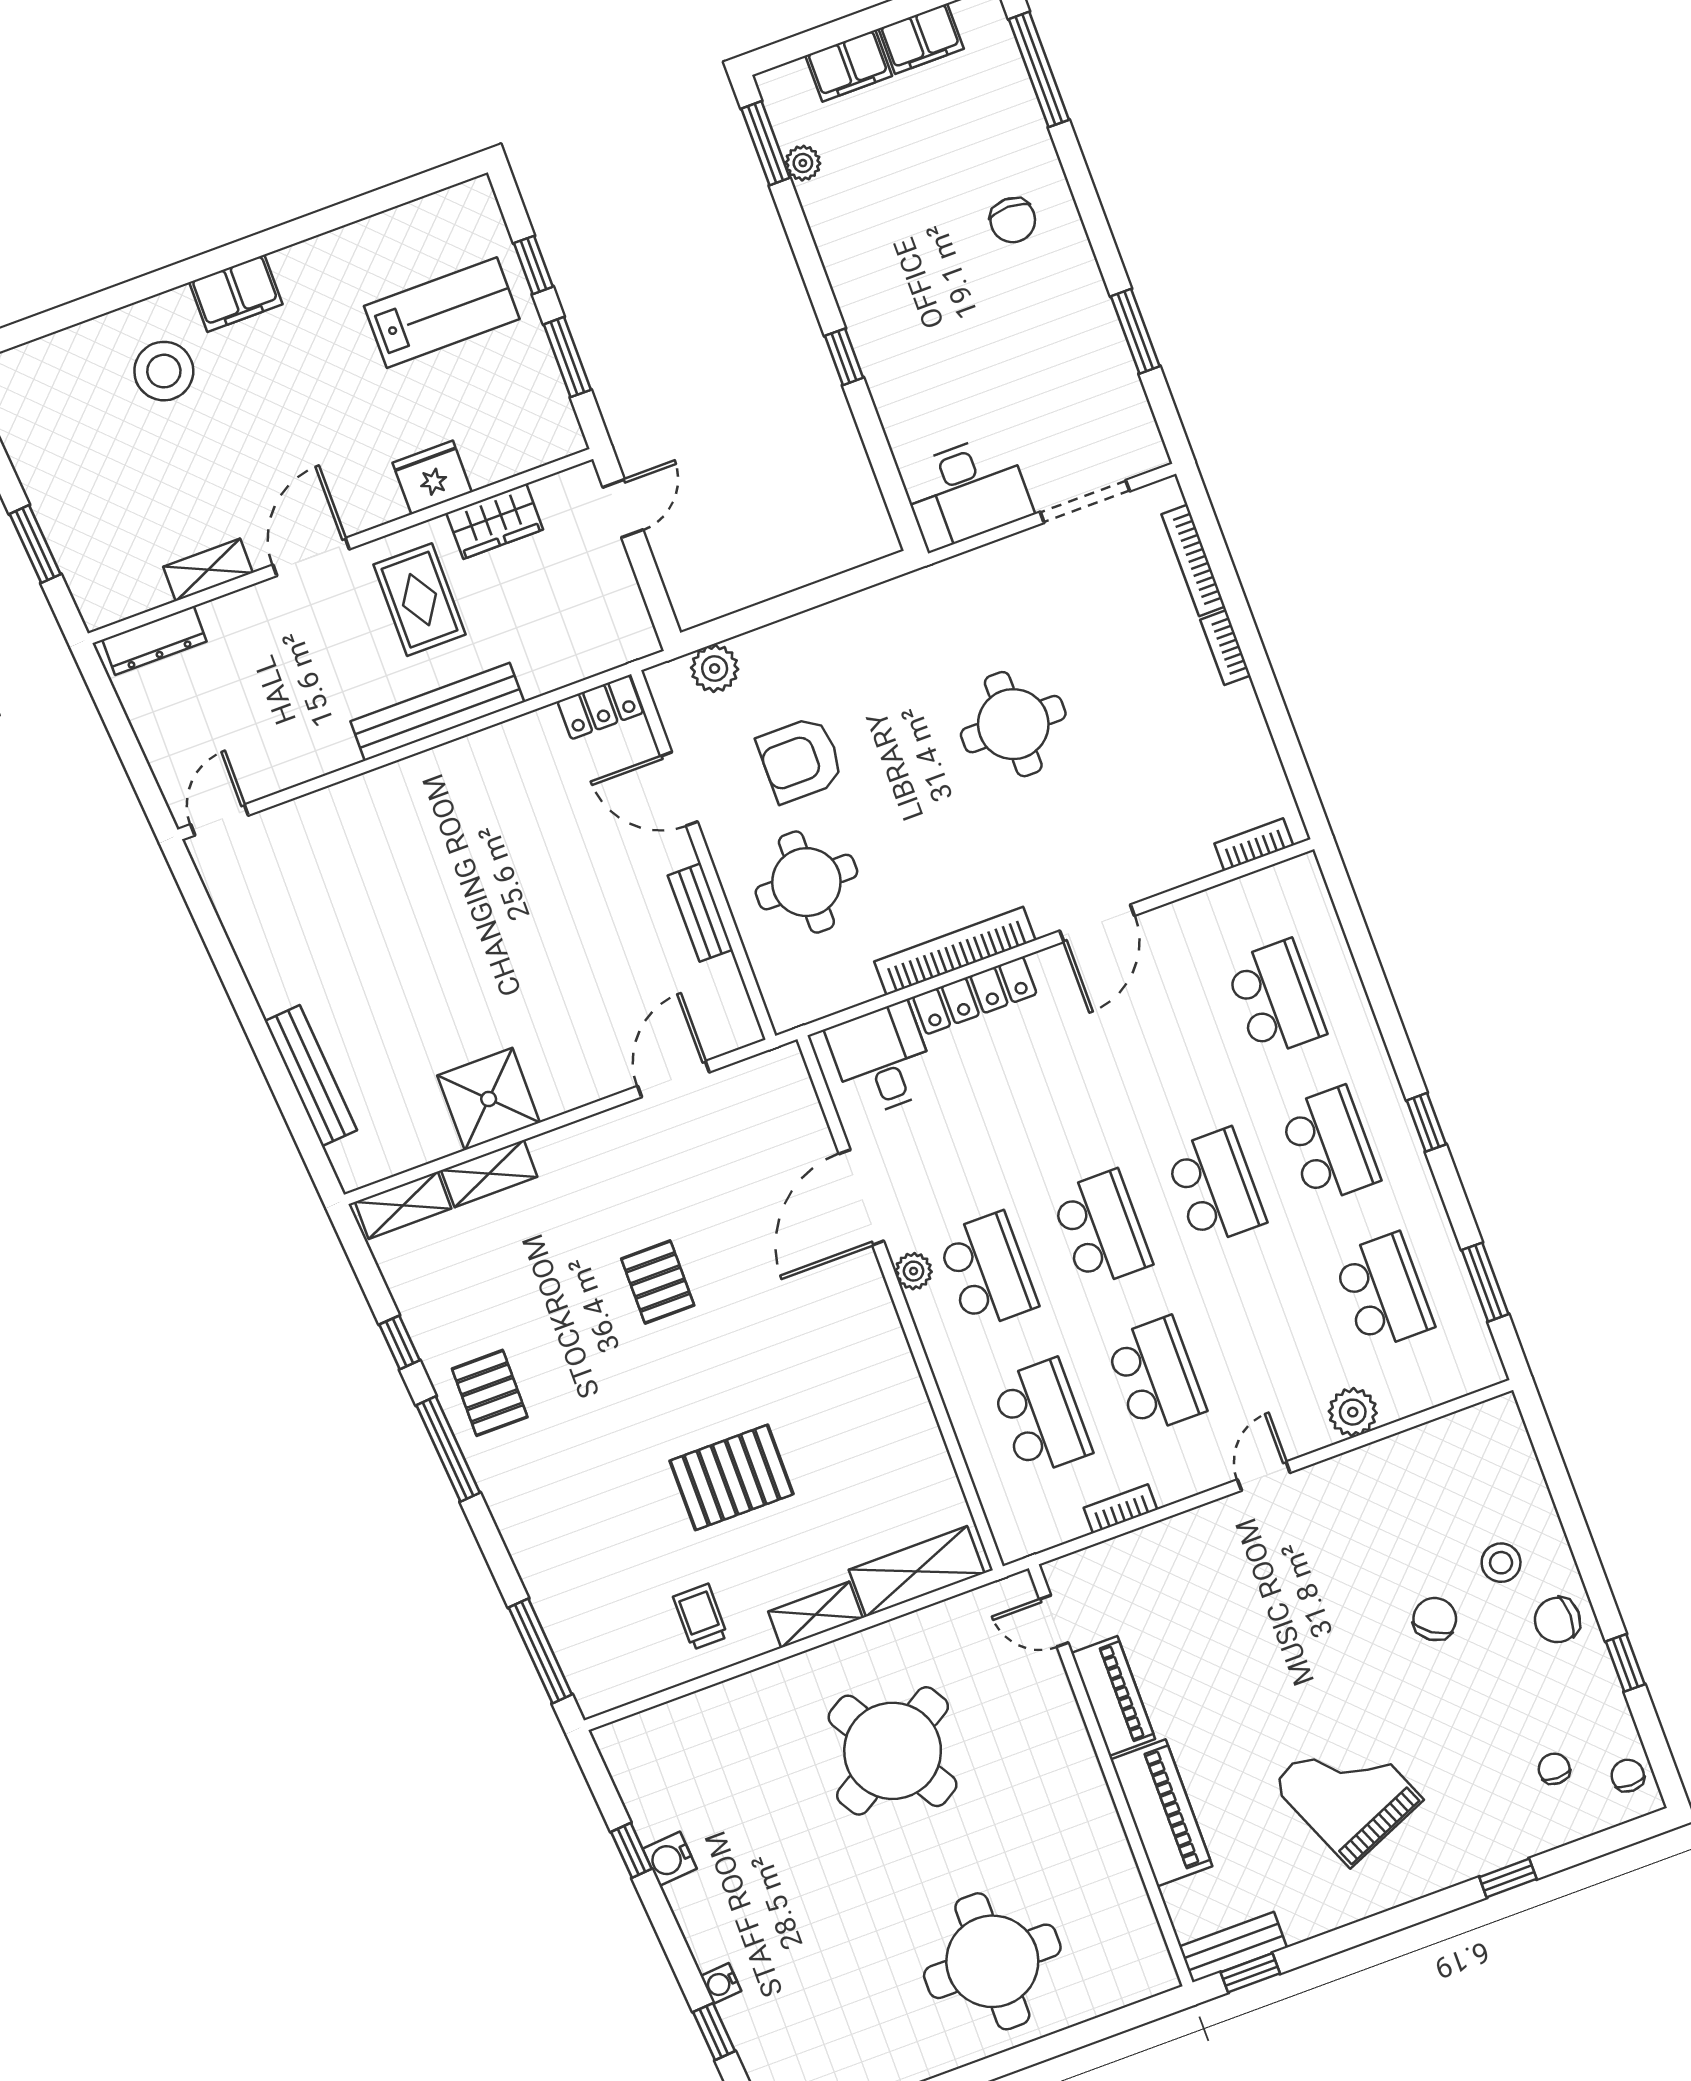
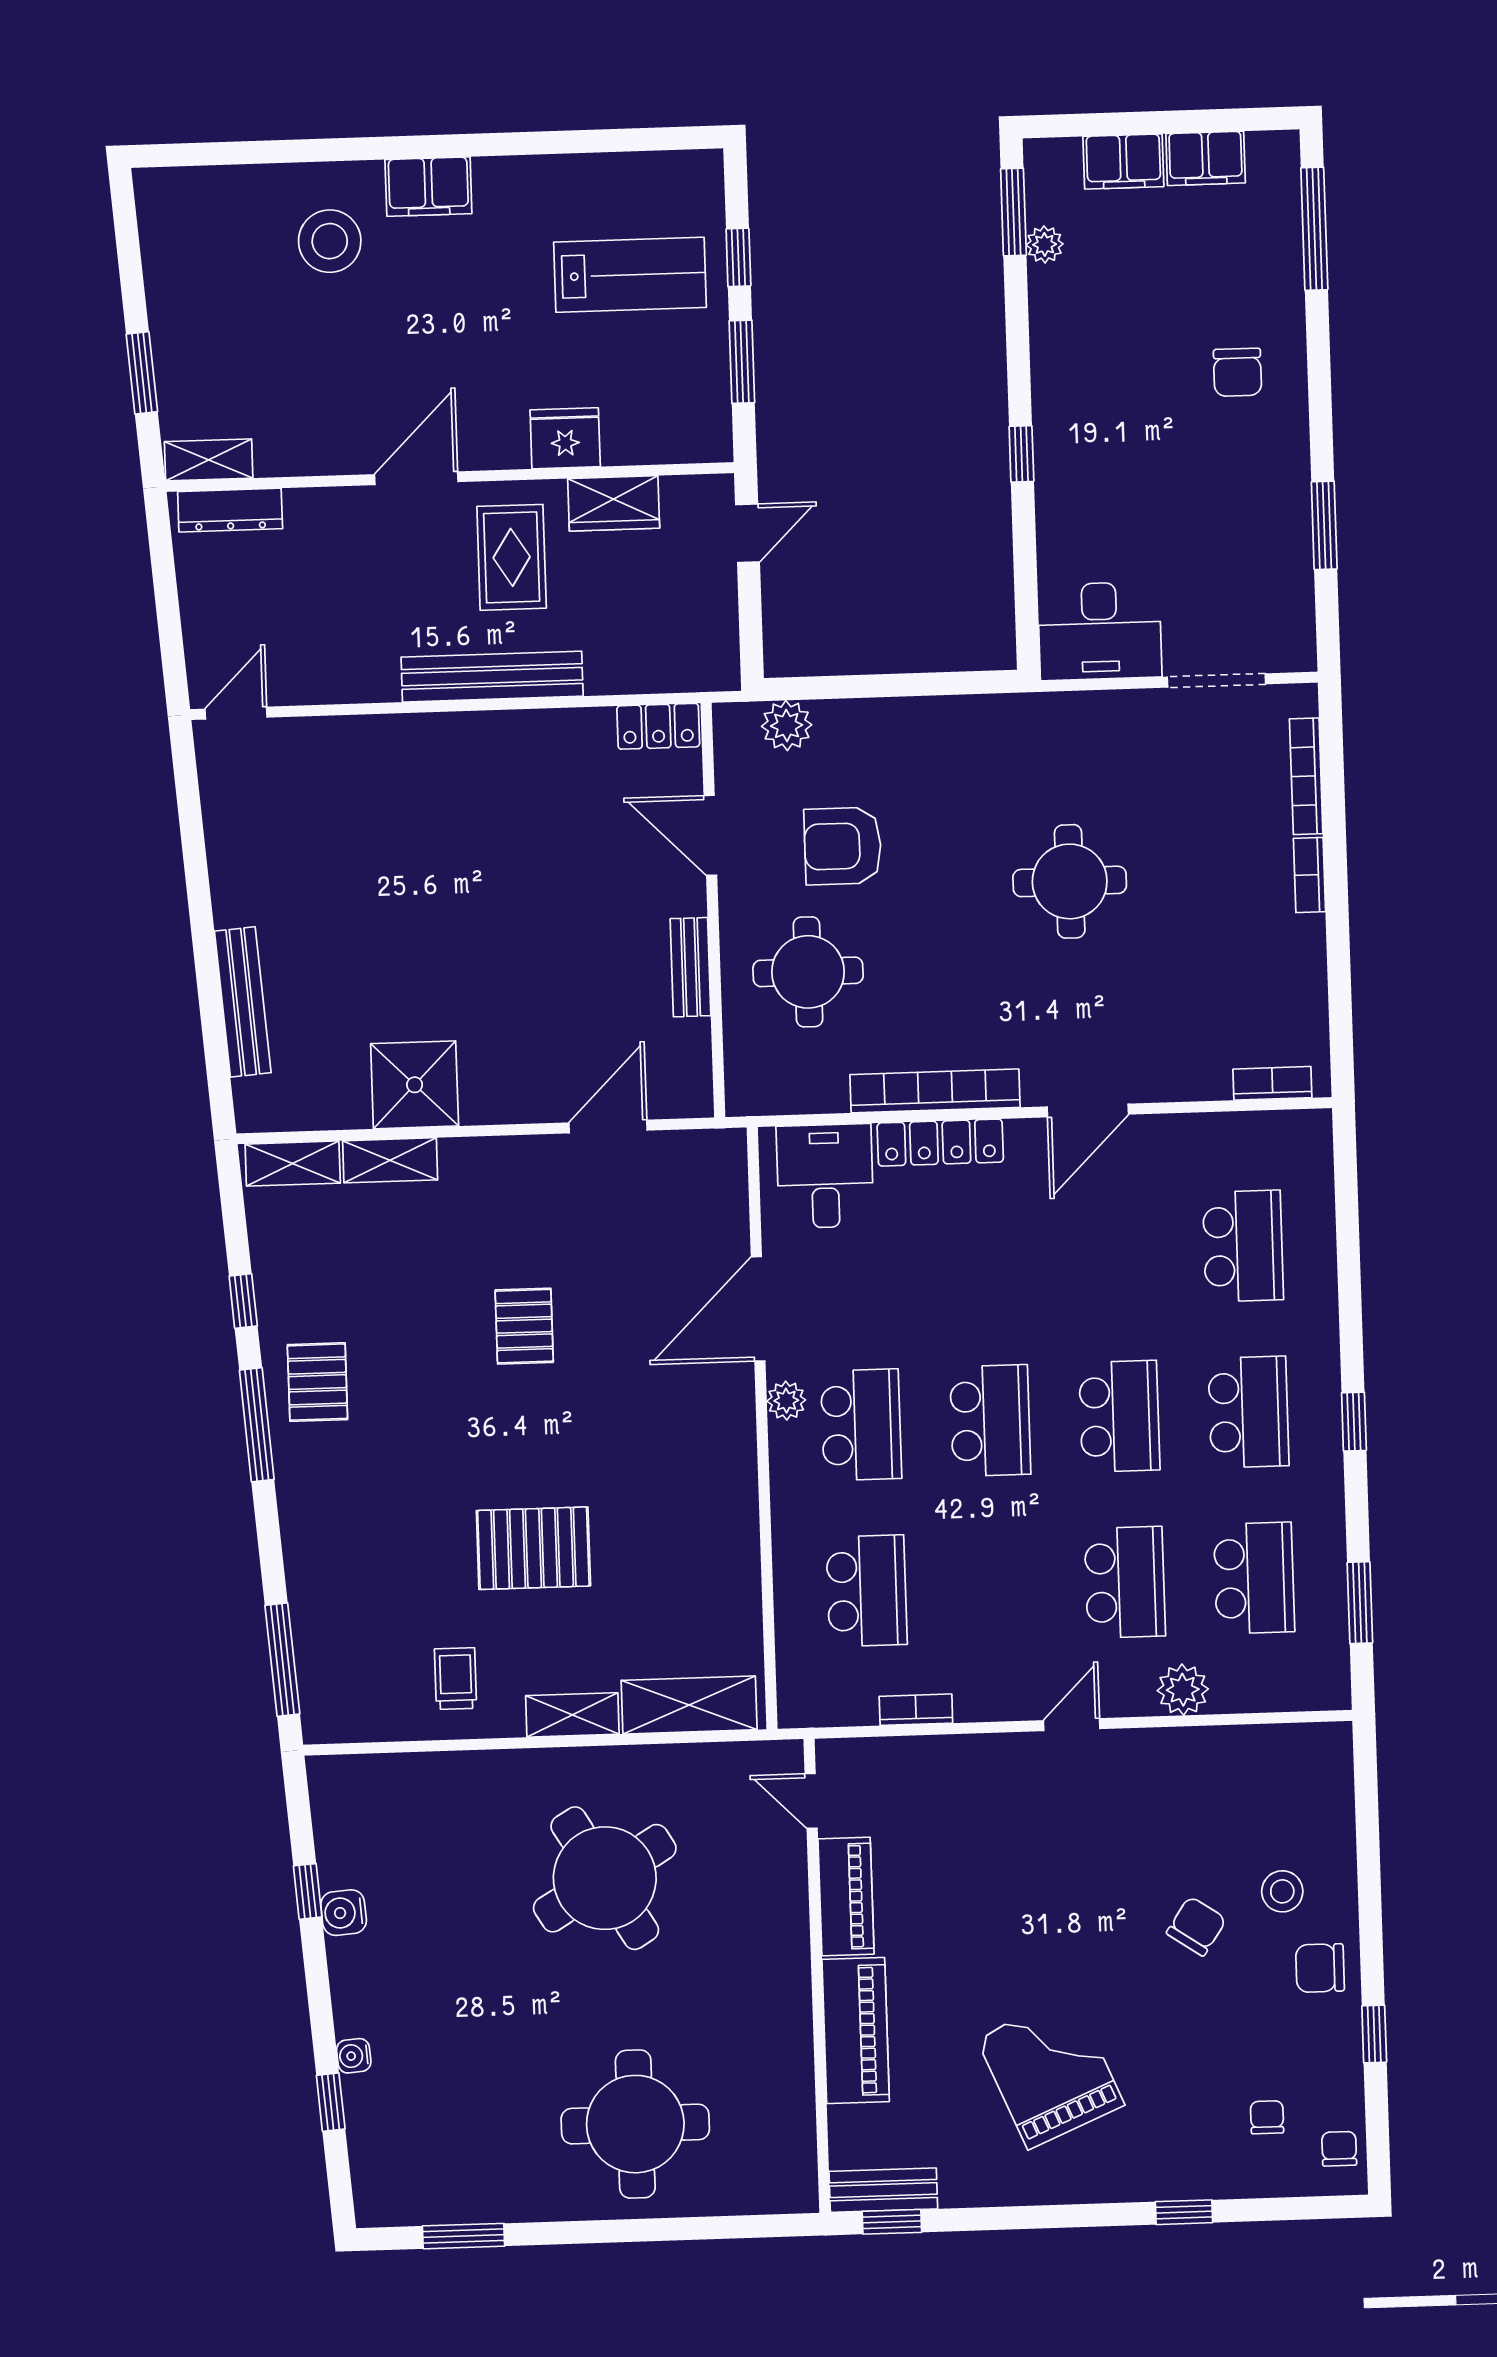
shelving: (208, 570) -> (209, 460), moved
school desk: (1155, 1375) -> (1125, 1582), moved

